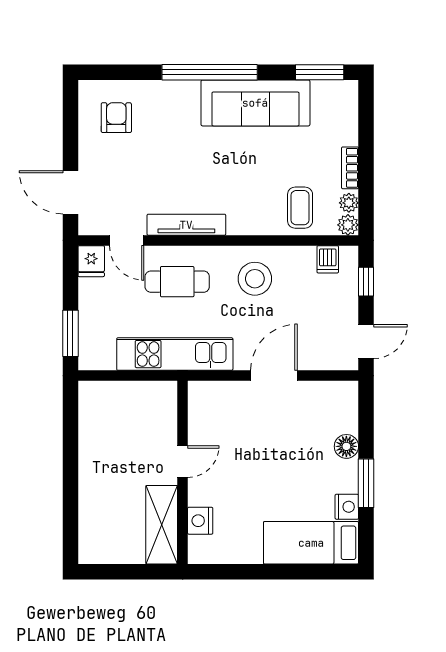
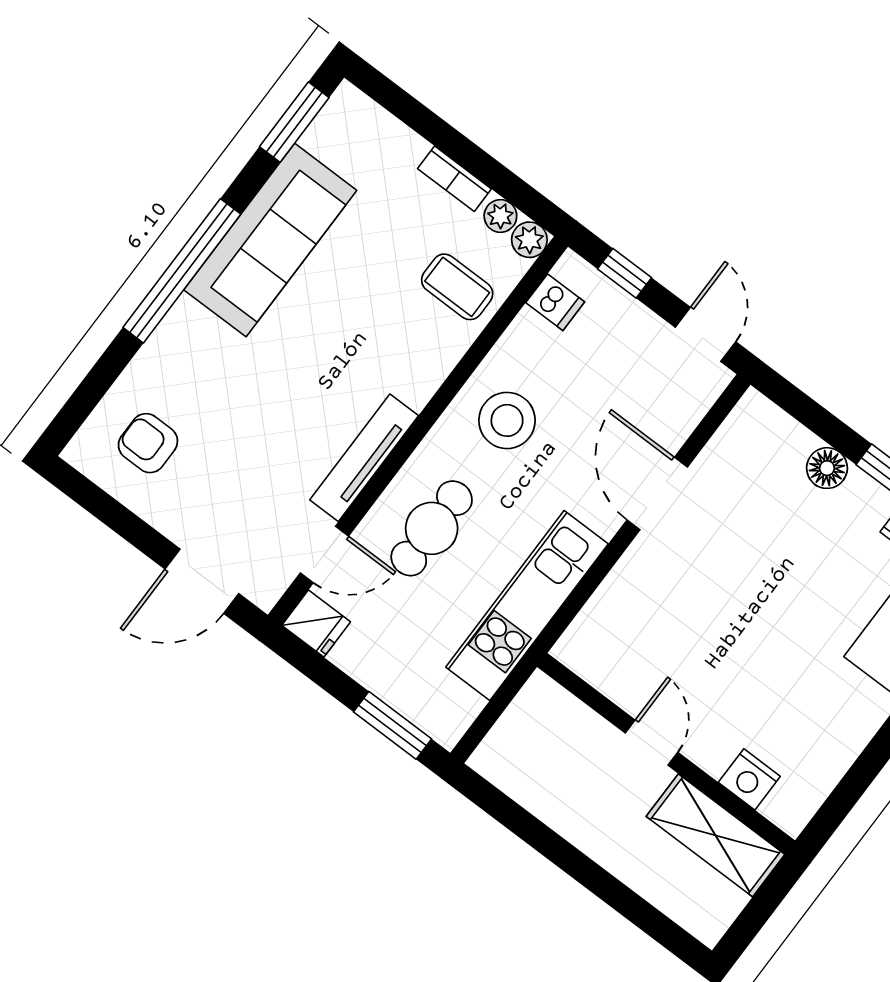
door: (183, 462) -> (651, 743), moved
wall: (183, 472) -> (666, 754), moved
nightstand: (200, 521) -> (749, 779), moved
shelving: (162, 525) -> (715, 835), moved

